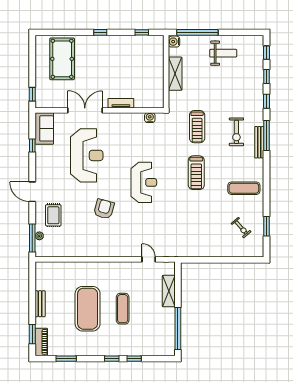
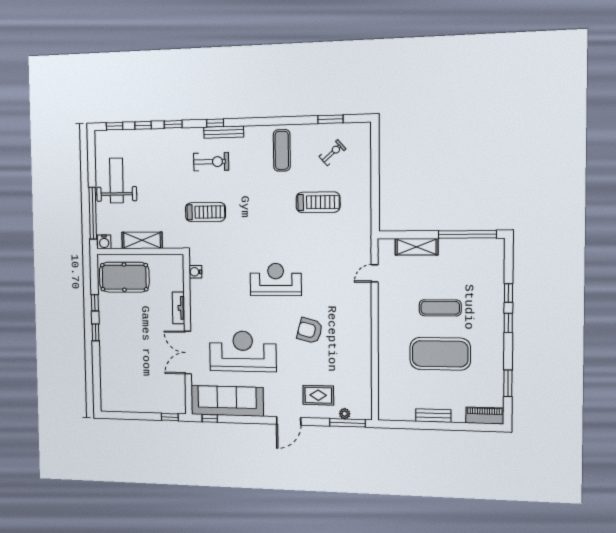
window: (142, 32) -> (95, 303), moved
weight bench: (223, 53) -> (116, 181), width x1.36, depth x1.33
pool table: (62, 59) -> (124, 277), moved
sofa: (44, 128) -> (227, 401), width x1.85, depth x1.27
window: (266, 135) -> (215, 123), width x0.46
window: (32, 146) -> (210, 418), moved
treadmill: (196, 173) -> (318, 202), moved
window: (32, 334) -> (474, 427), removed

